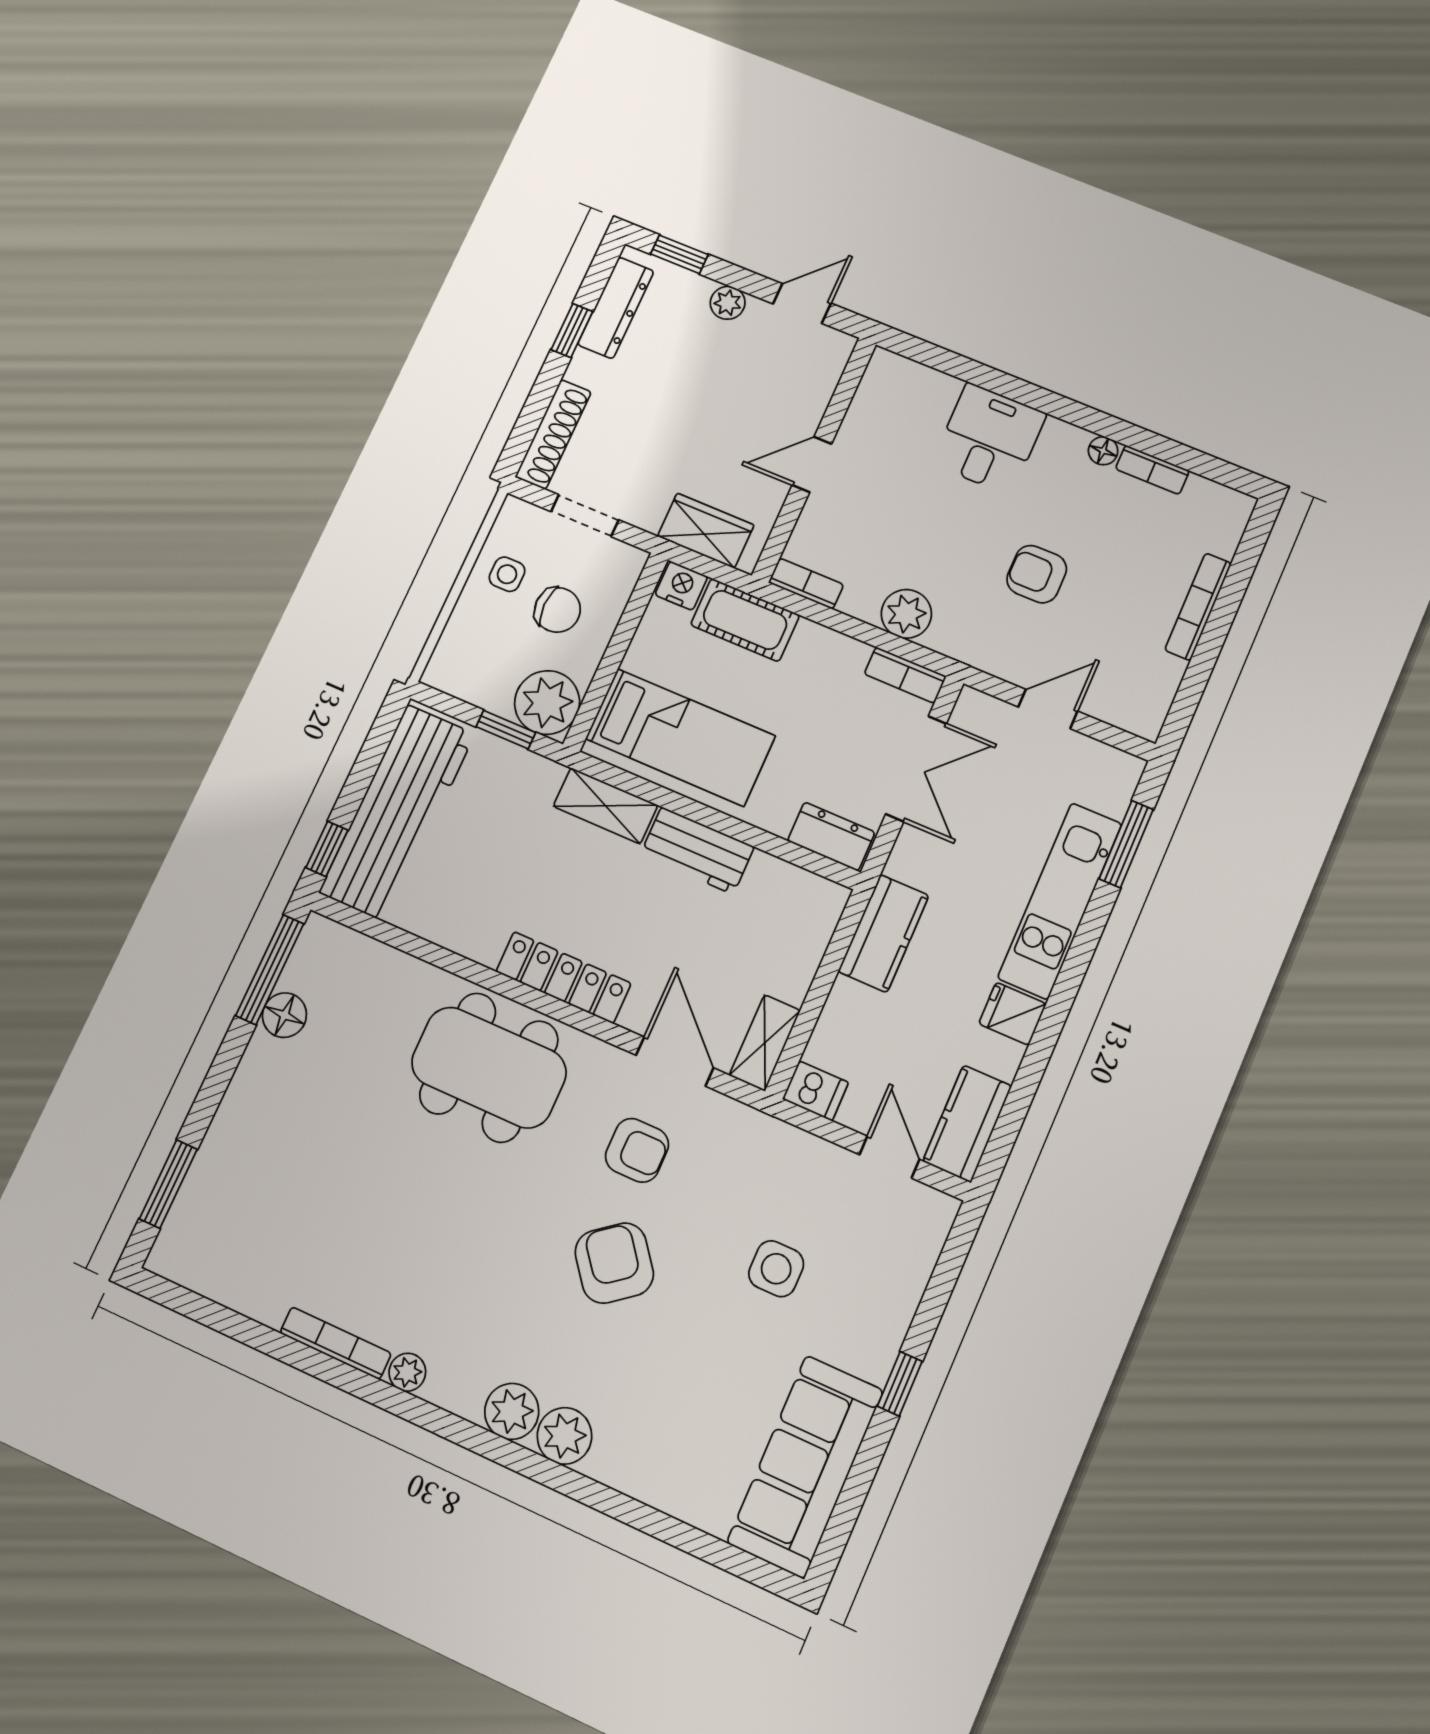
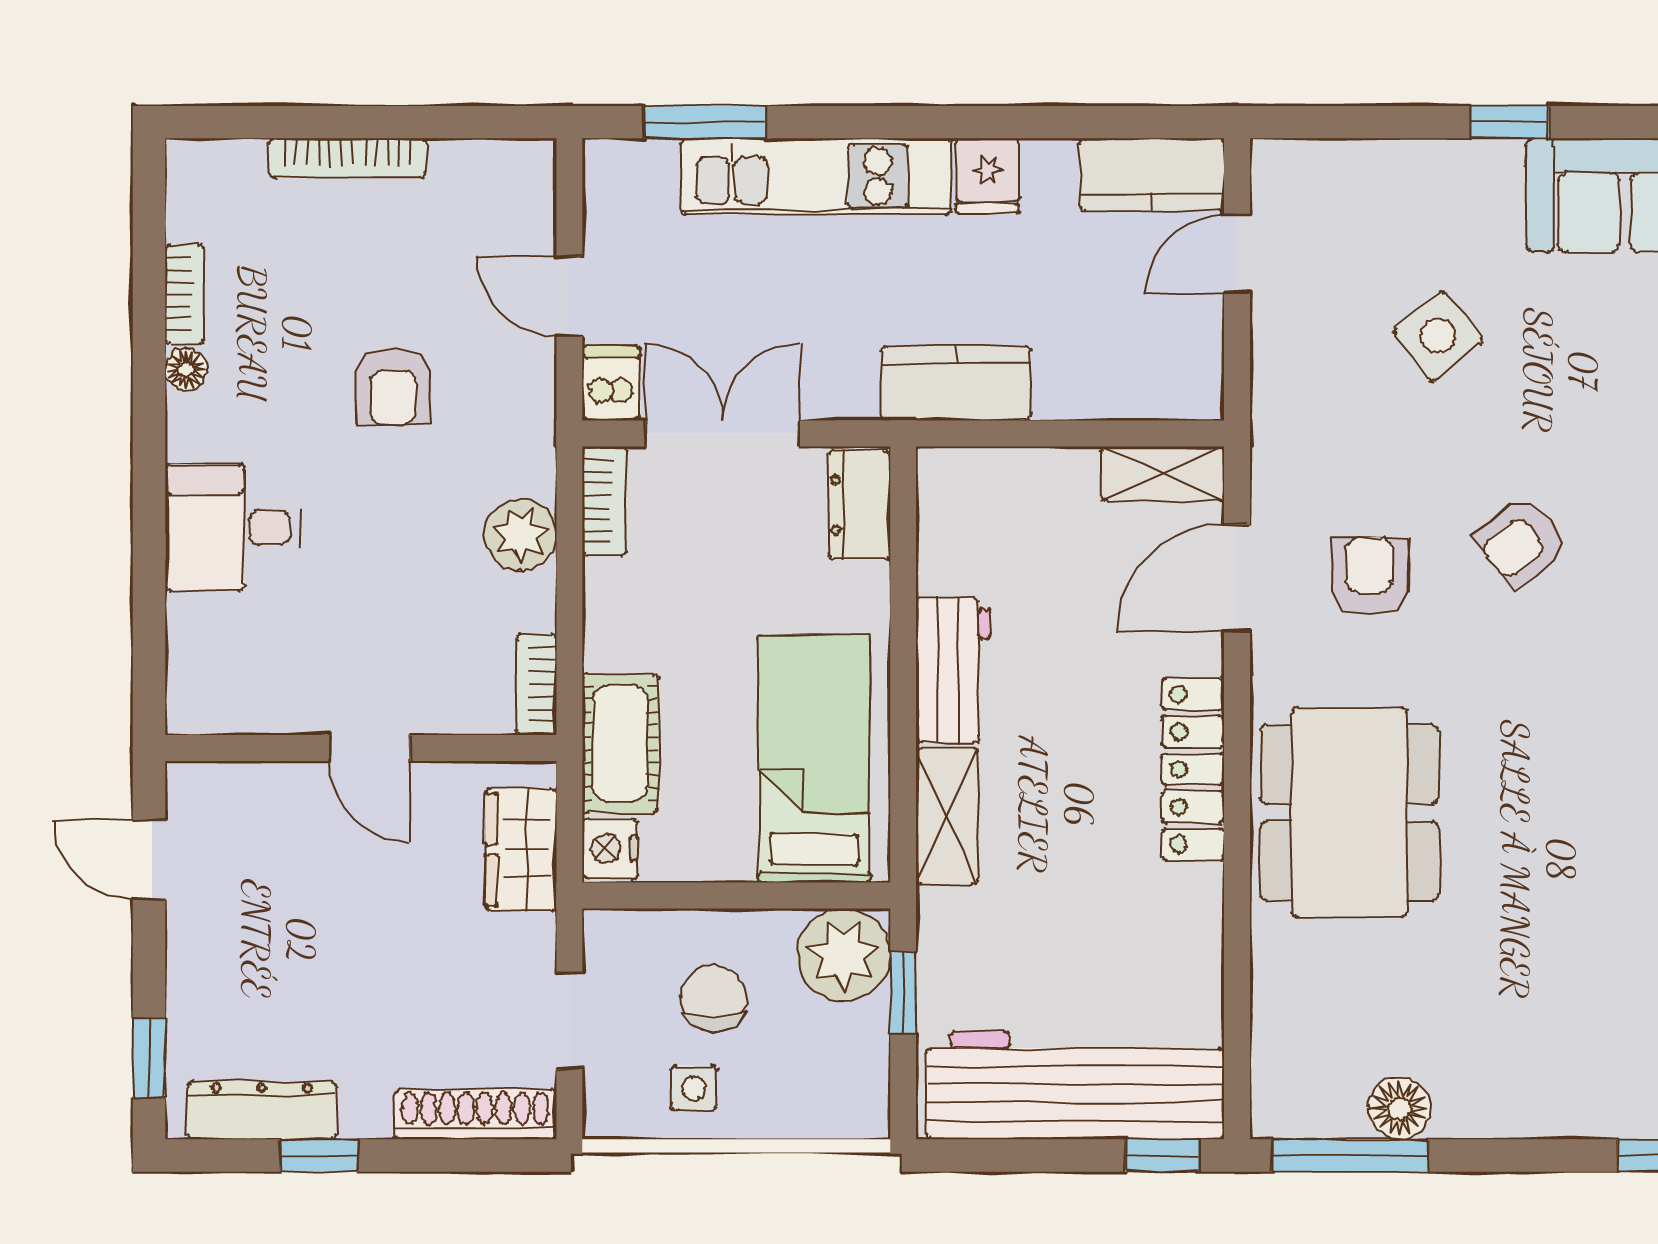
plant: (728, 303) -> (190, 961), removed
dishwasher: (815, 1091) -> (611, 383), moved
armchair: (614, 1263) -> (1522, 542), width x0.72, depth x0.72
side table: (776, 1269) -> (1438, 336), turned -38

